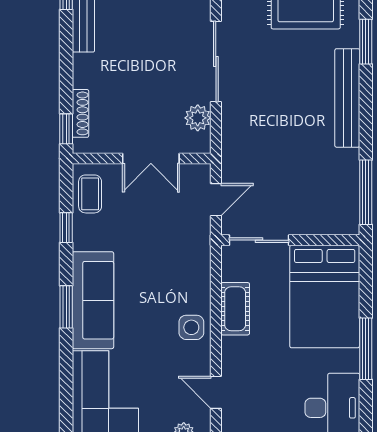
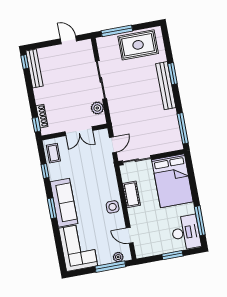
window: (366, 42) -> (173, 74), moved
window: (366, 349) -> (200, 221), moved

